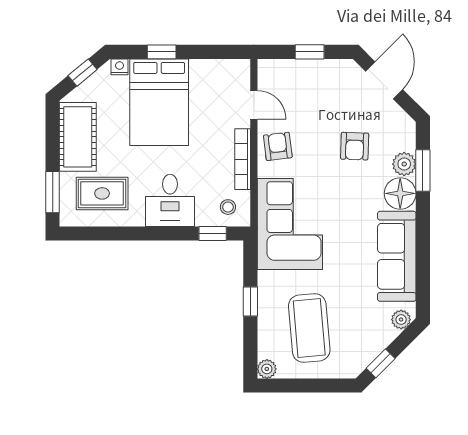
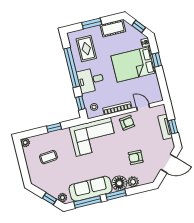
tv unit: (306, 69) -> (165, 127), added
door: (254, 105) -> (143, 107), swing flipped
cot: (78, 137) -> (113, 28), width x0.73, depth x0.75
window: (423, 171) -> (116, 195), moved
window: (53, 192) -> (92, 24), moved
window: (134, 234) -> (72, 67), added
window: (423, 269) -> (88, 202), added
coffee table: (309, 328) -> (48, 157), width x0.54, depth x0.58
window: (381, 363) -> (50, 199), moved

